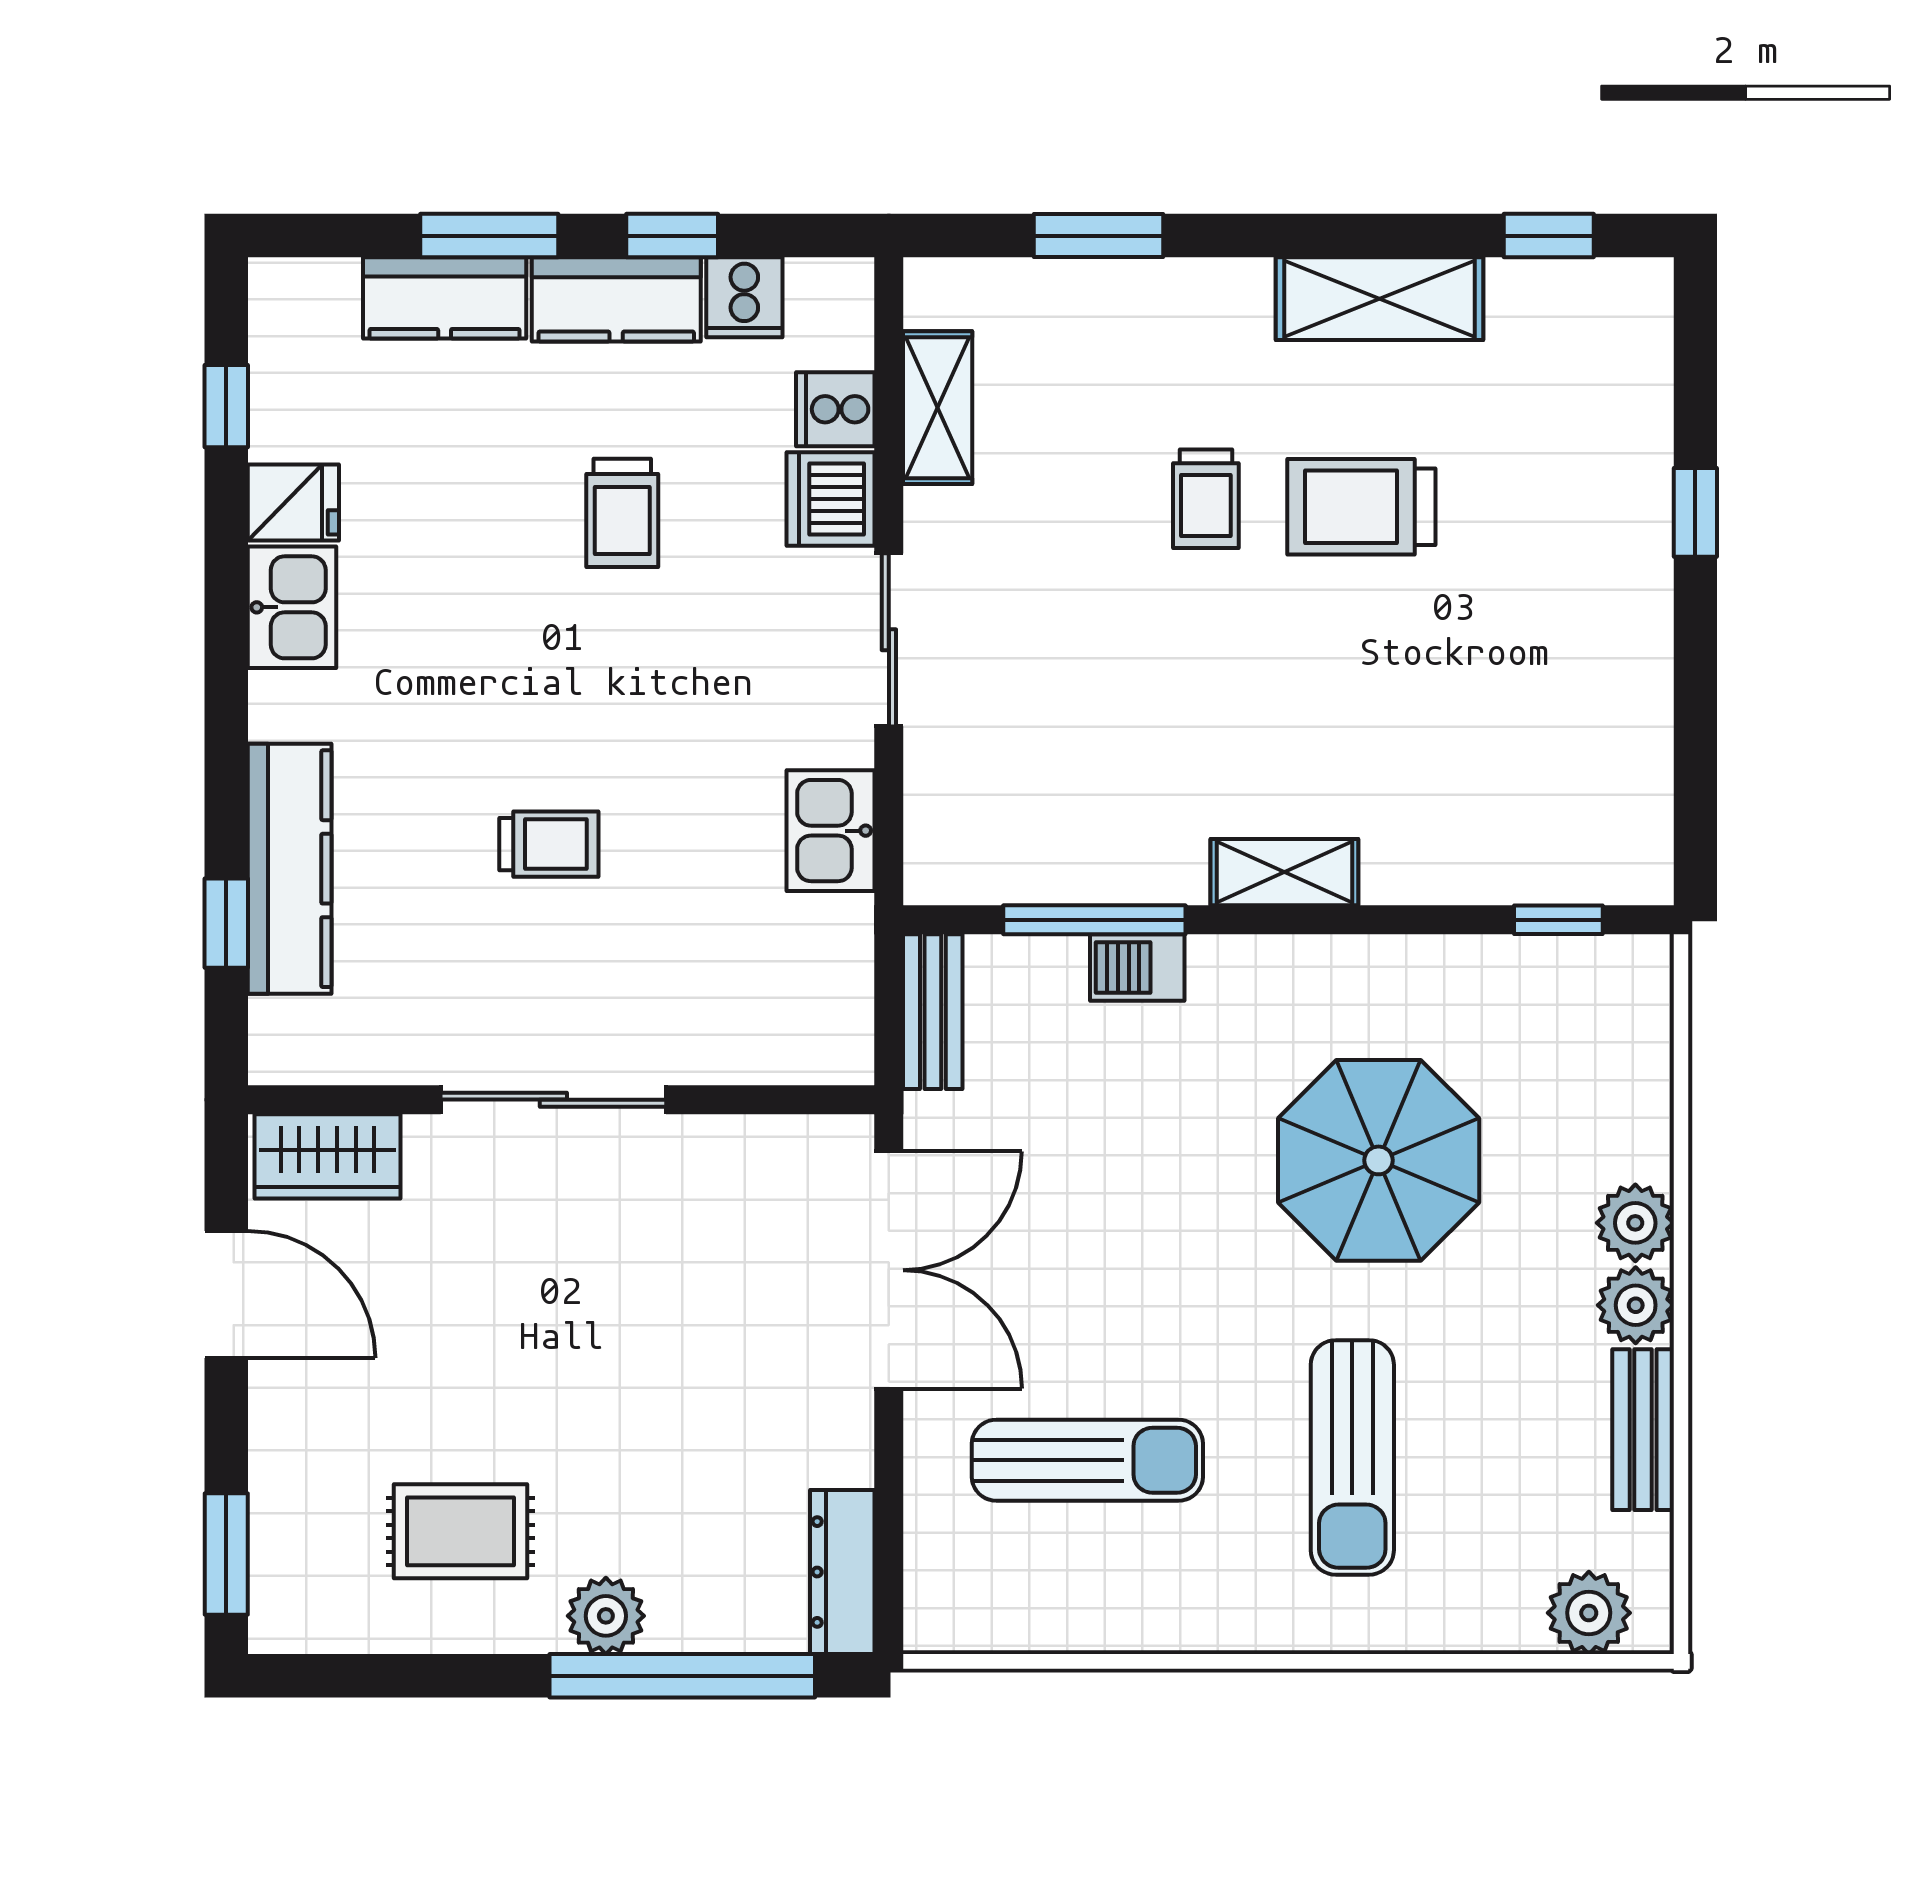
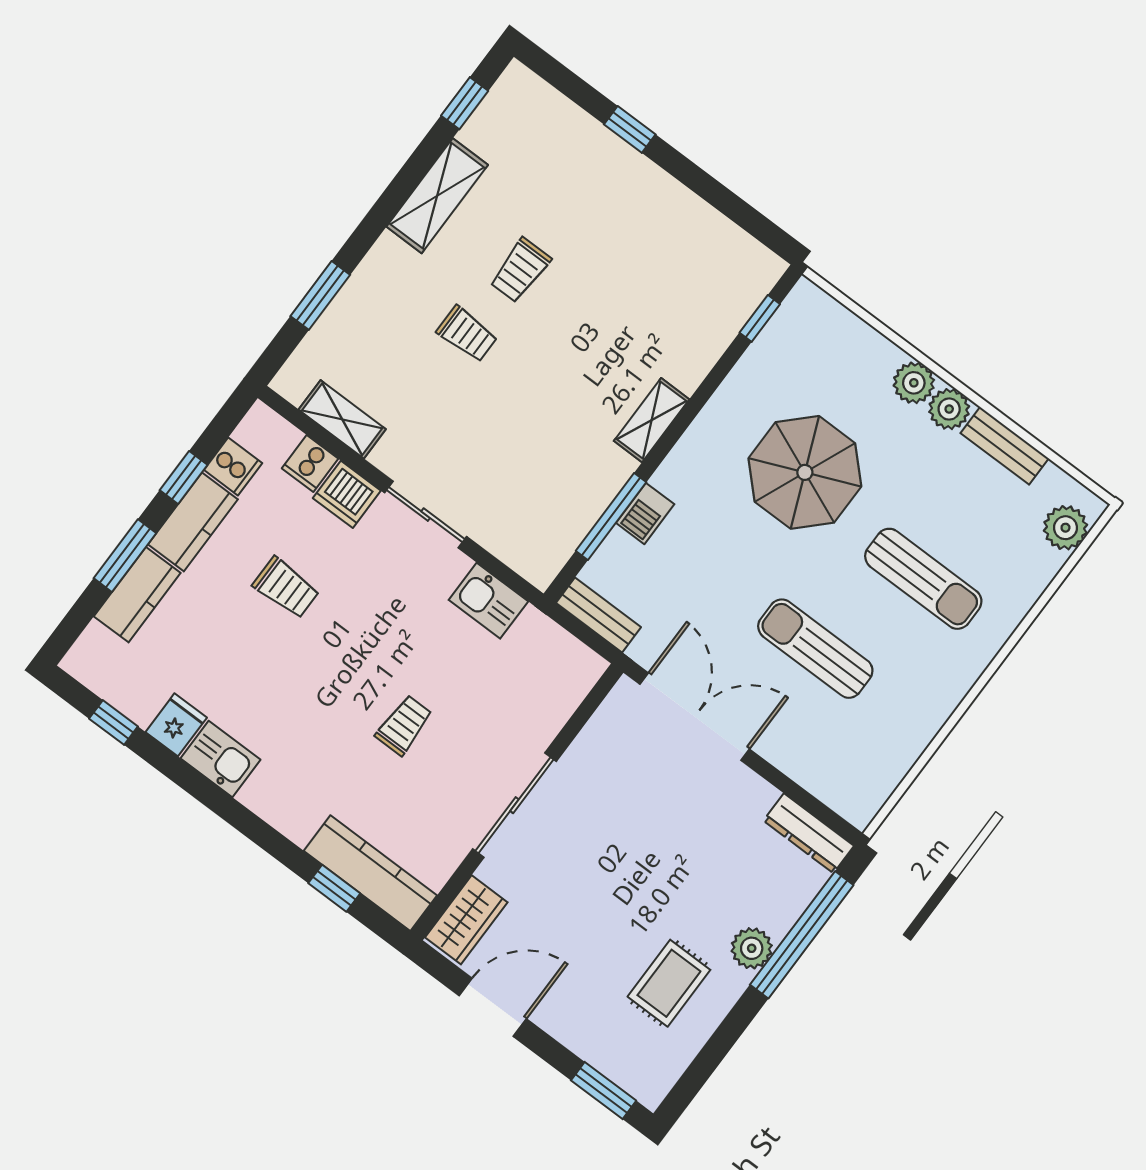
trolley: (1361, 507) -> (520, 270), width x0.73, depth x0.72
kitchen counter: (290, 869) -> (370, 873), moved
sun lounger: (1087, 1460) -> (815, 649), moved, turned -90

